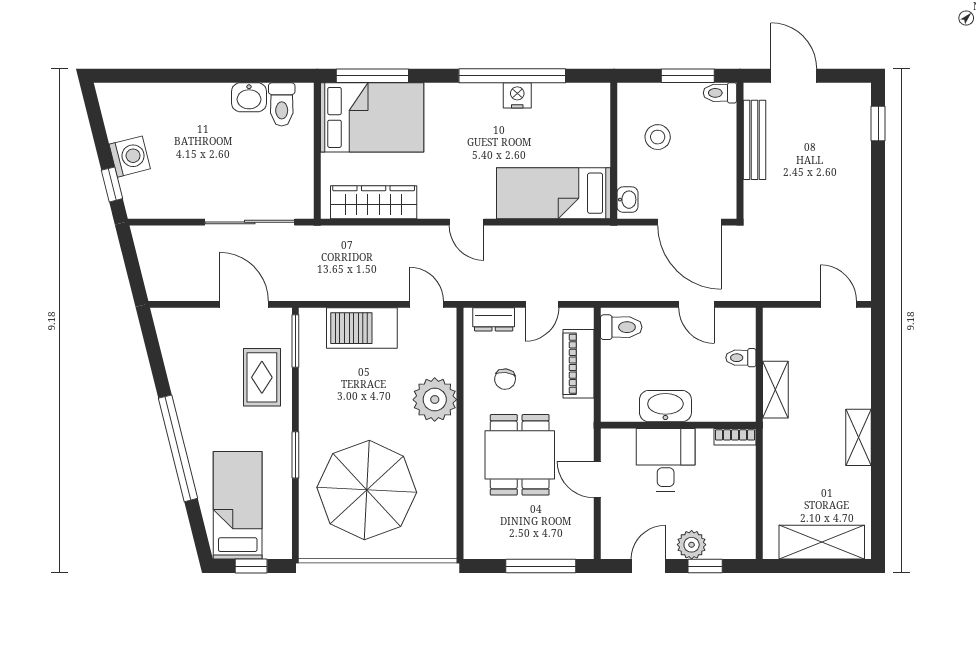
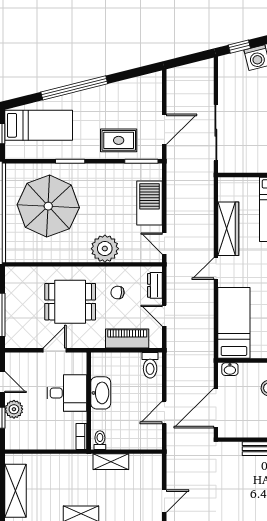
wardrobe: (374, 202) -> (228, 229), moved
door: (427, 304) -> (164, 243), swing flipped
toilet: (741, 358) -> (100, 440), moved

